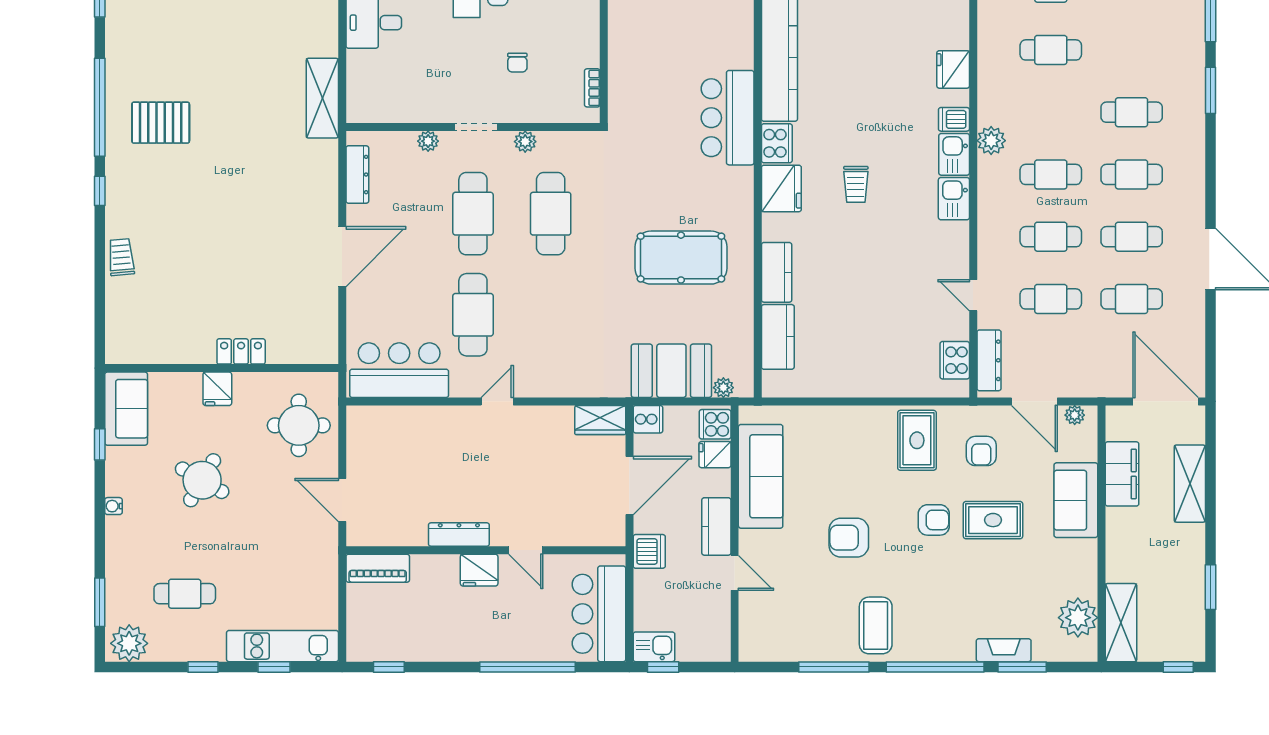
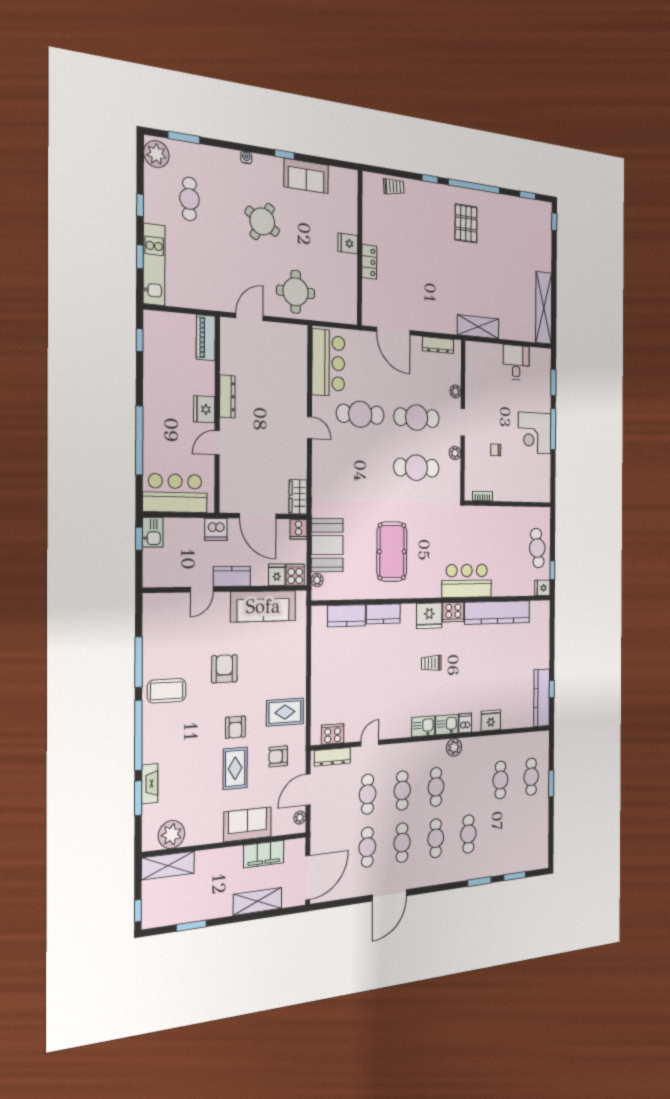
locker: (241, 351) -> (369, 262), moved
wall: (222, 368) -> (360, 248), moved
fridge: (217, 389) -> (348, 243), moved

